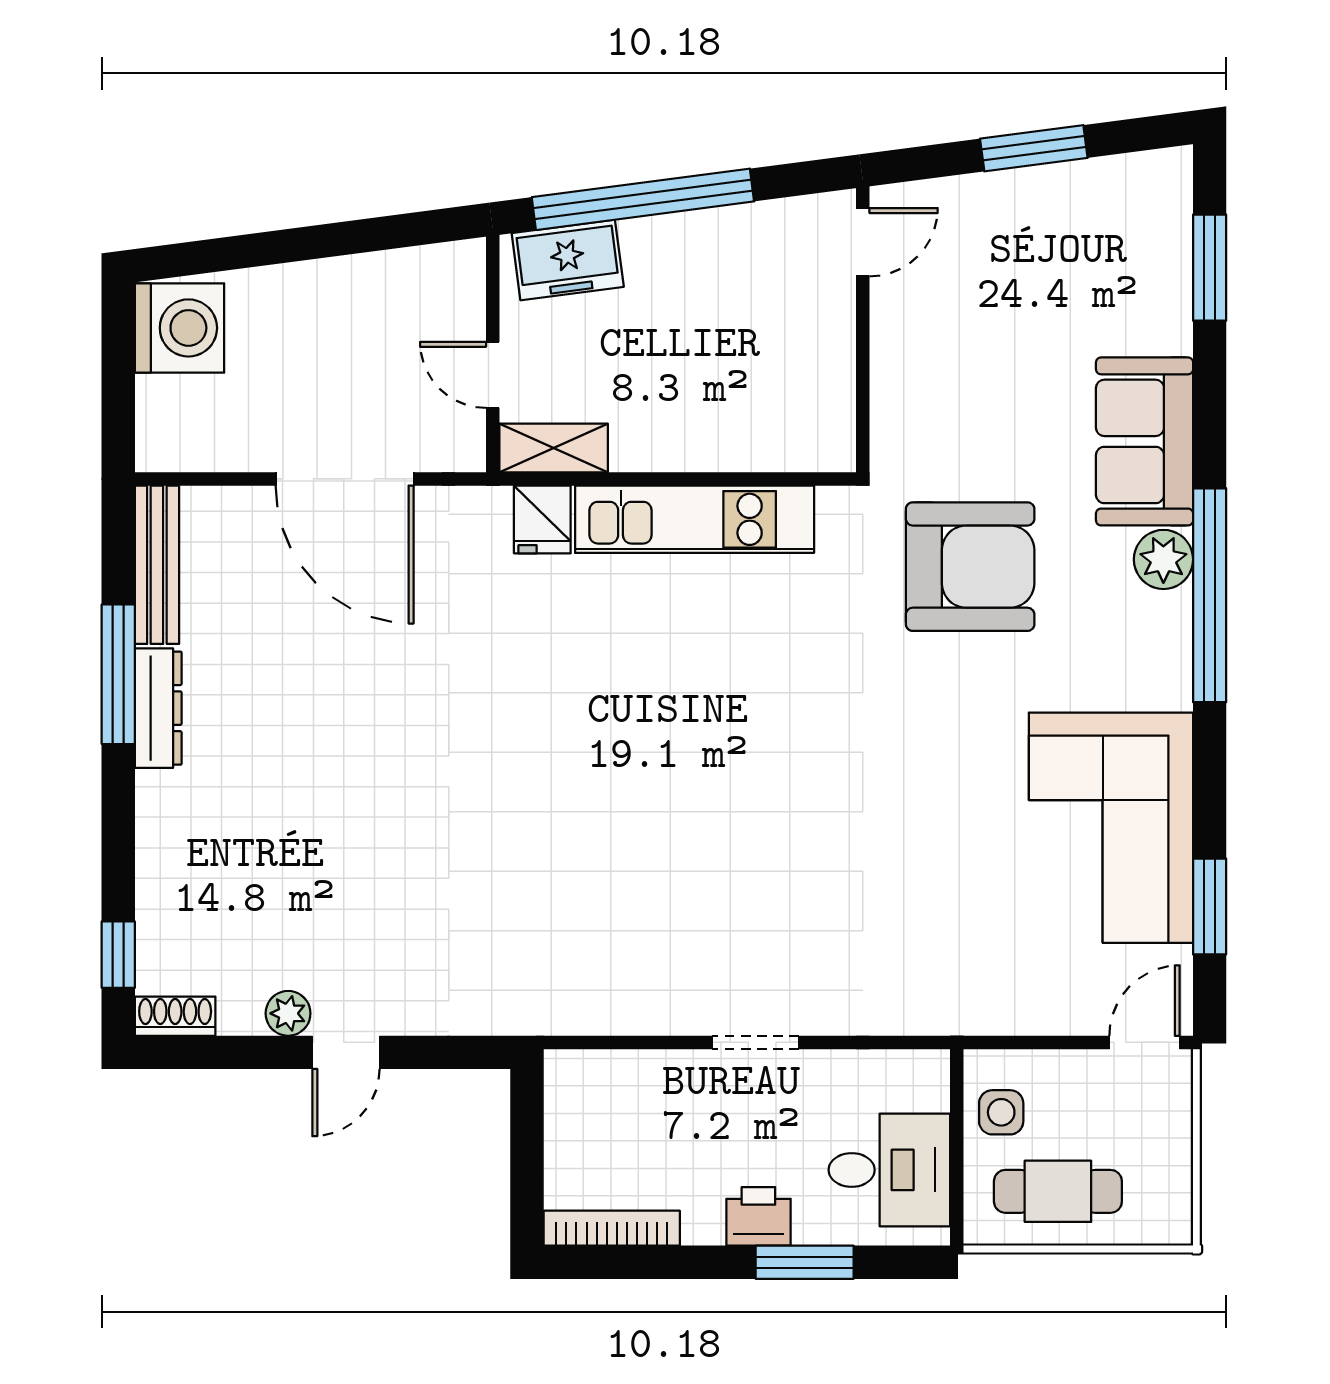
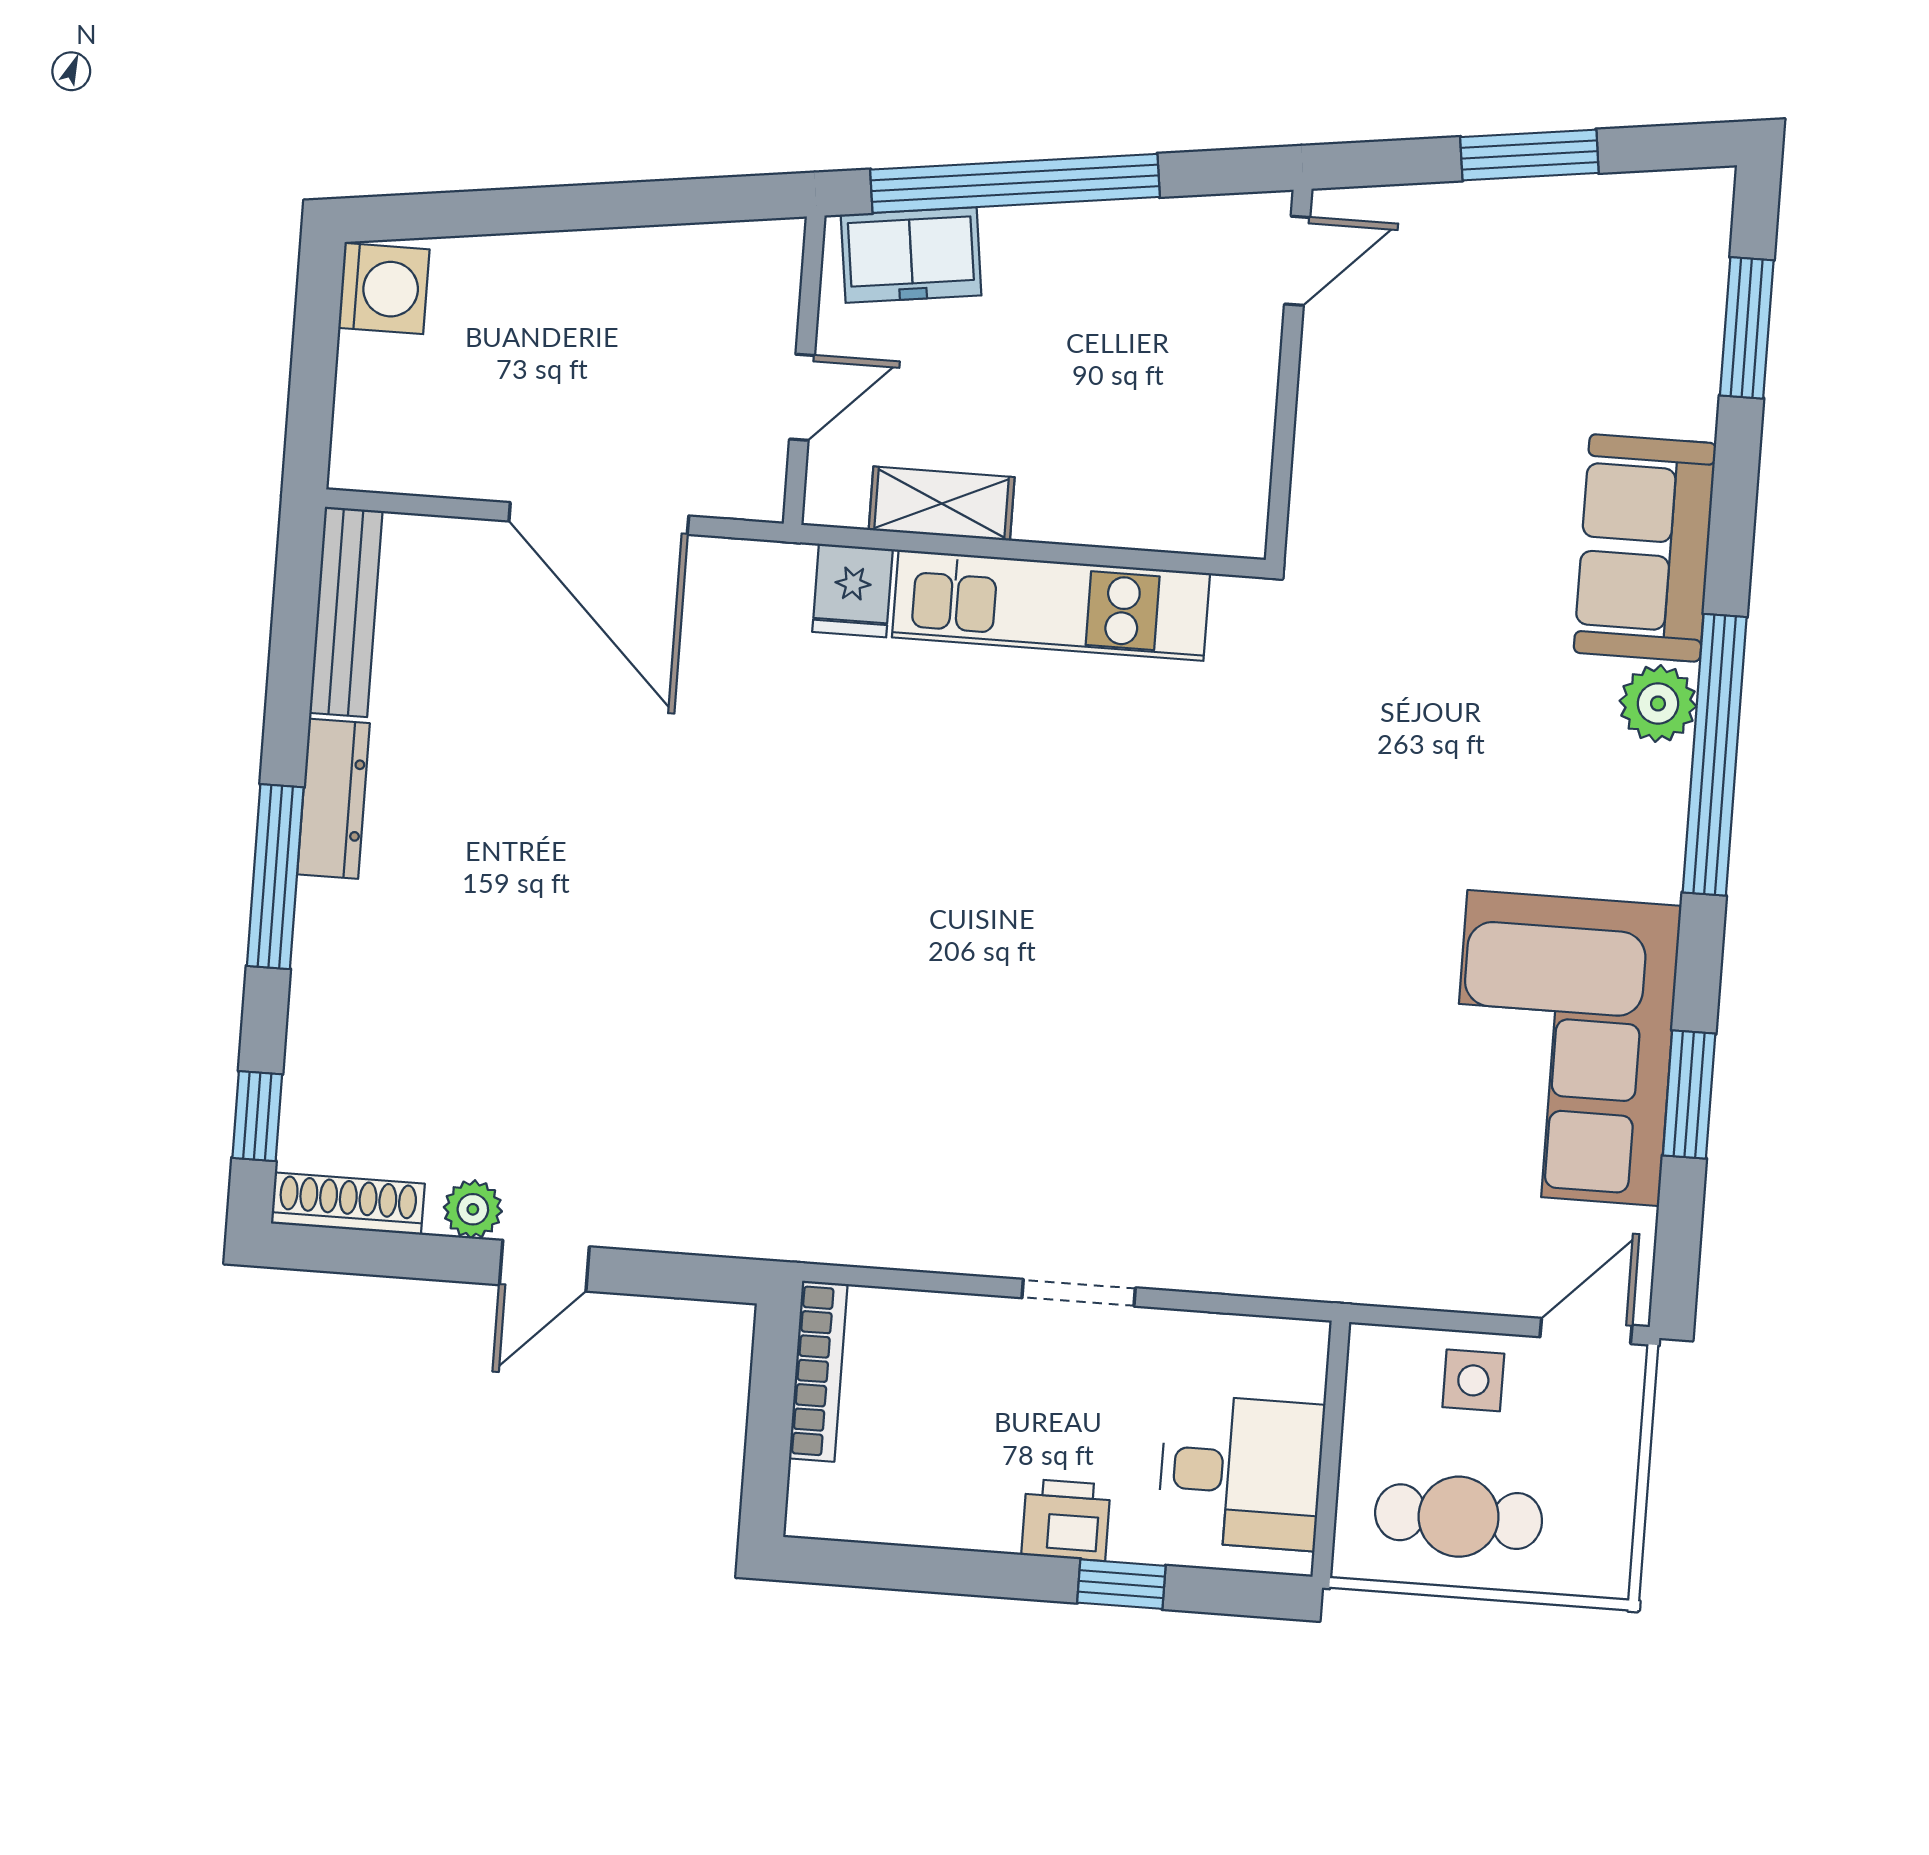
washing machine: (179, 328) -> (384, 289), width x0.73, depth x0.73
door: (493, 375) -> (802, 397), swing flipped
shelving: (554, 448) -> (942, 504), moved
armchair: (970, 567) -> (1405, 694), removed
window: (118, 674) -> (275, 877), moved
window: (1210, 907) -> (1689, 1095), moved
shoe rack: (175, 1016) -> (348, 1204), width x1.43
side table: (1001, 1112) -> (1473, 1380), moved
bookcase: (612, 1228) -> (818, 1371), moved, turned 90
window: (805, 1262) -> (1121, 1584), width x0.67

